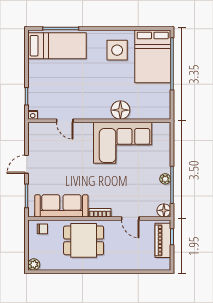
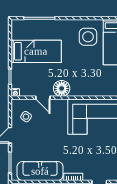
bed: (57, 46) -> (36, 51), moved
floor lamp: (120, 110) -> (62, 88), moved
side table: (45, 143) -> (26, 117), added

